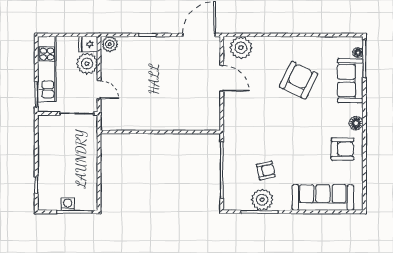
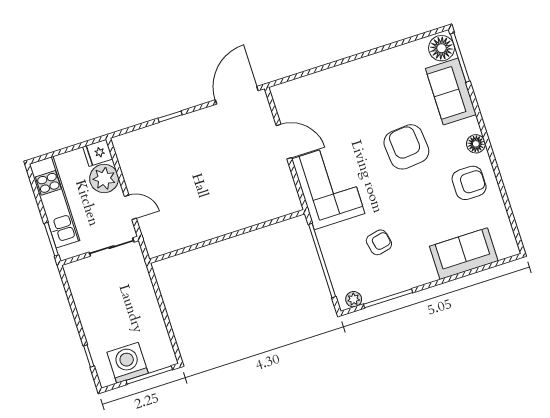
plant: (110, 44) -> (125, 144), removed
plant: (241, 48) -> (296, 94), removed
floor lamp: (358, 53) -> (441, 48), width x1.89, depth x1.89
armchair: (298, 80) -> (406, 147), moved, turned -31
corner sofa: (243, 120) -> (328, 186), added
sofa: (323, 197) -> (464, 254), width x0.73
plant: (262, 200) -> (354, 299), moved, width x0.53, depth x0.53
washing machine: (68, 204) -> (128, 363), width x1.89, depth x1.89

